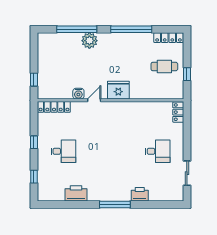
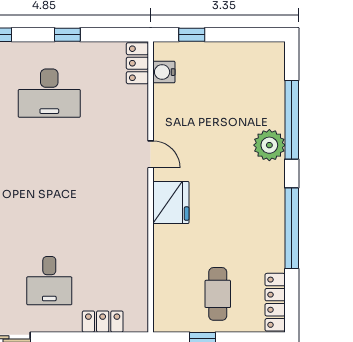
water cooler: (78, 94) -> (164, 72), moved
locker: (54, 107) -> (137, 63), width x0.66
locker: (178, 112) -> (103, 322), moved
desk: (63, 151) -> (49, 93), width x1.37

